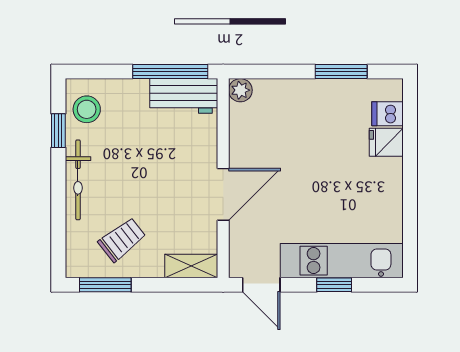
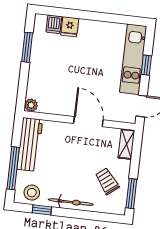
window: (170, 72) -> (13, 168), moved
workbench: (184, 96) -> (30, 144), width x1.38

